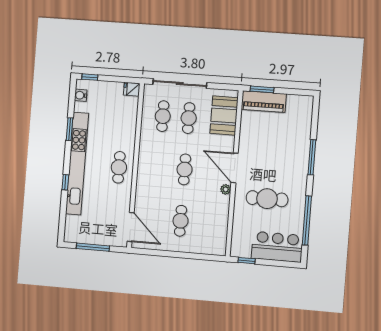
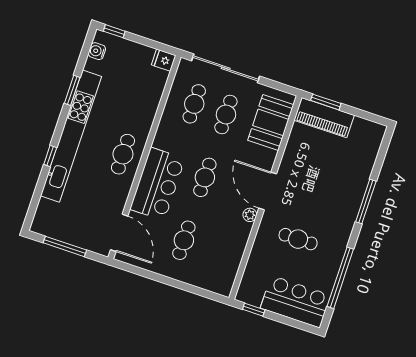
bar counter: (150, 183) -> (157, 184), added
cafe table: (267, 199) -> (298, 239), width x0.73, depth x0.74

